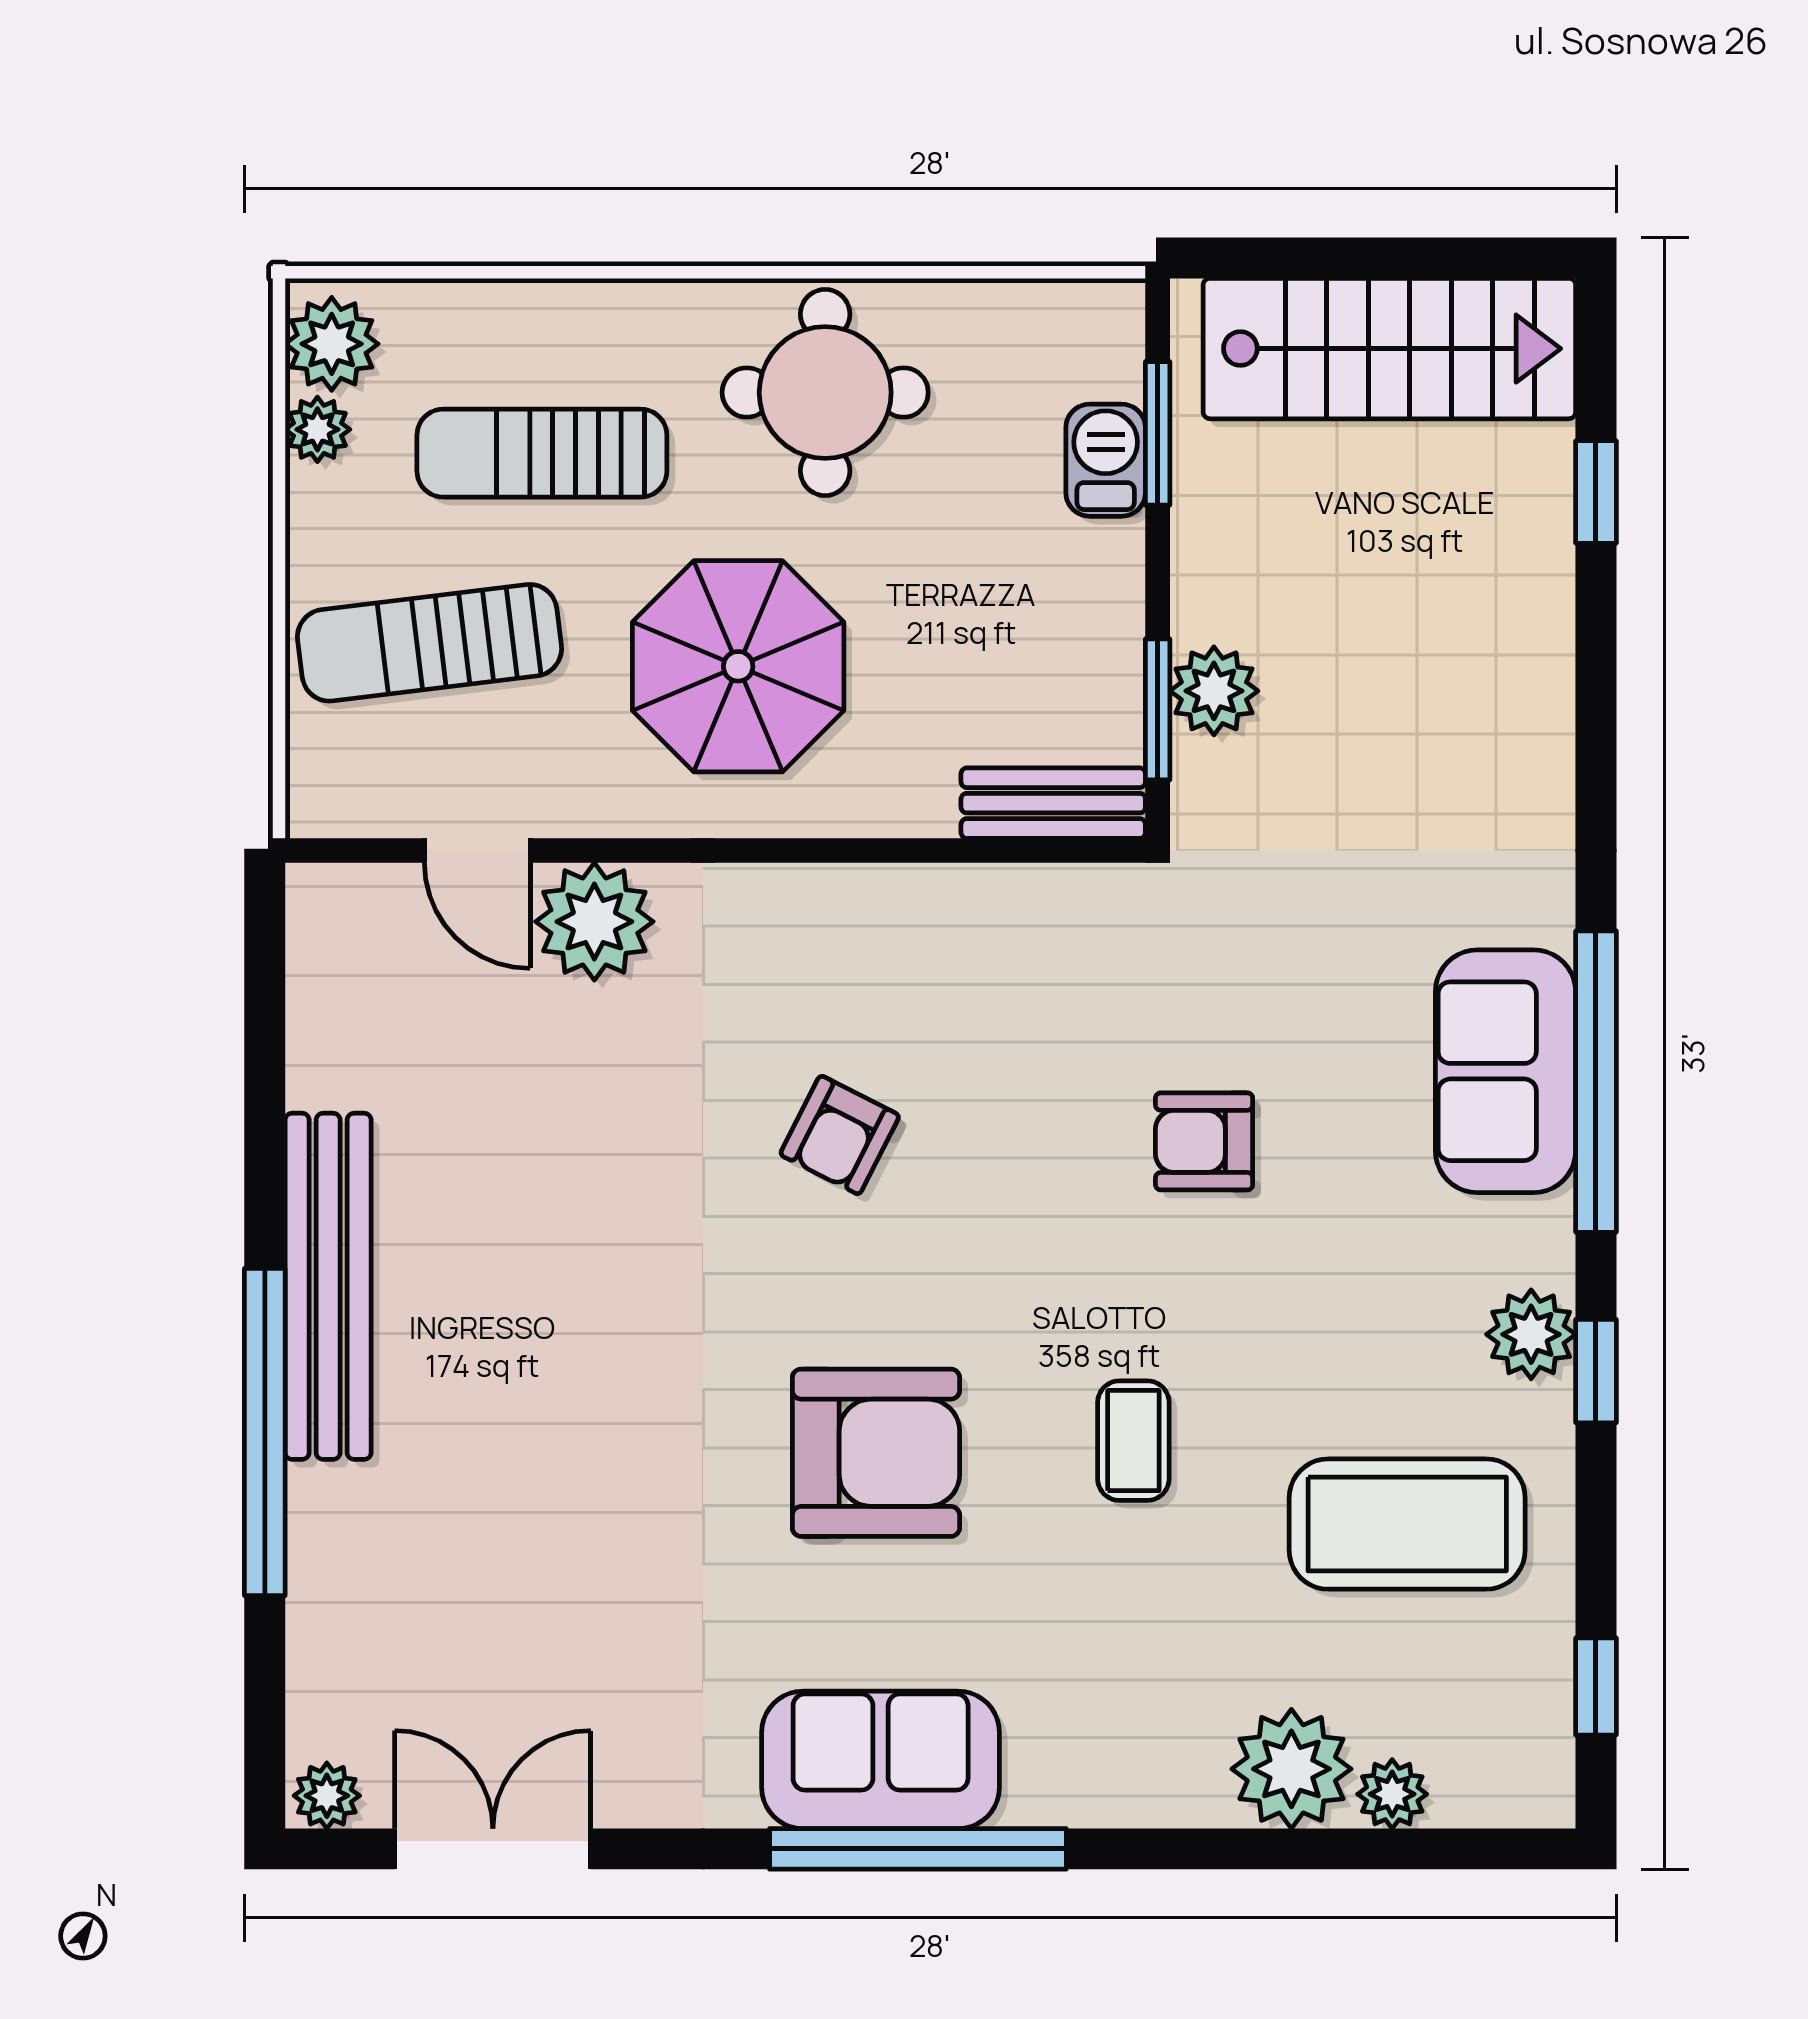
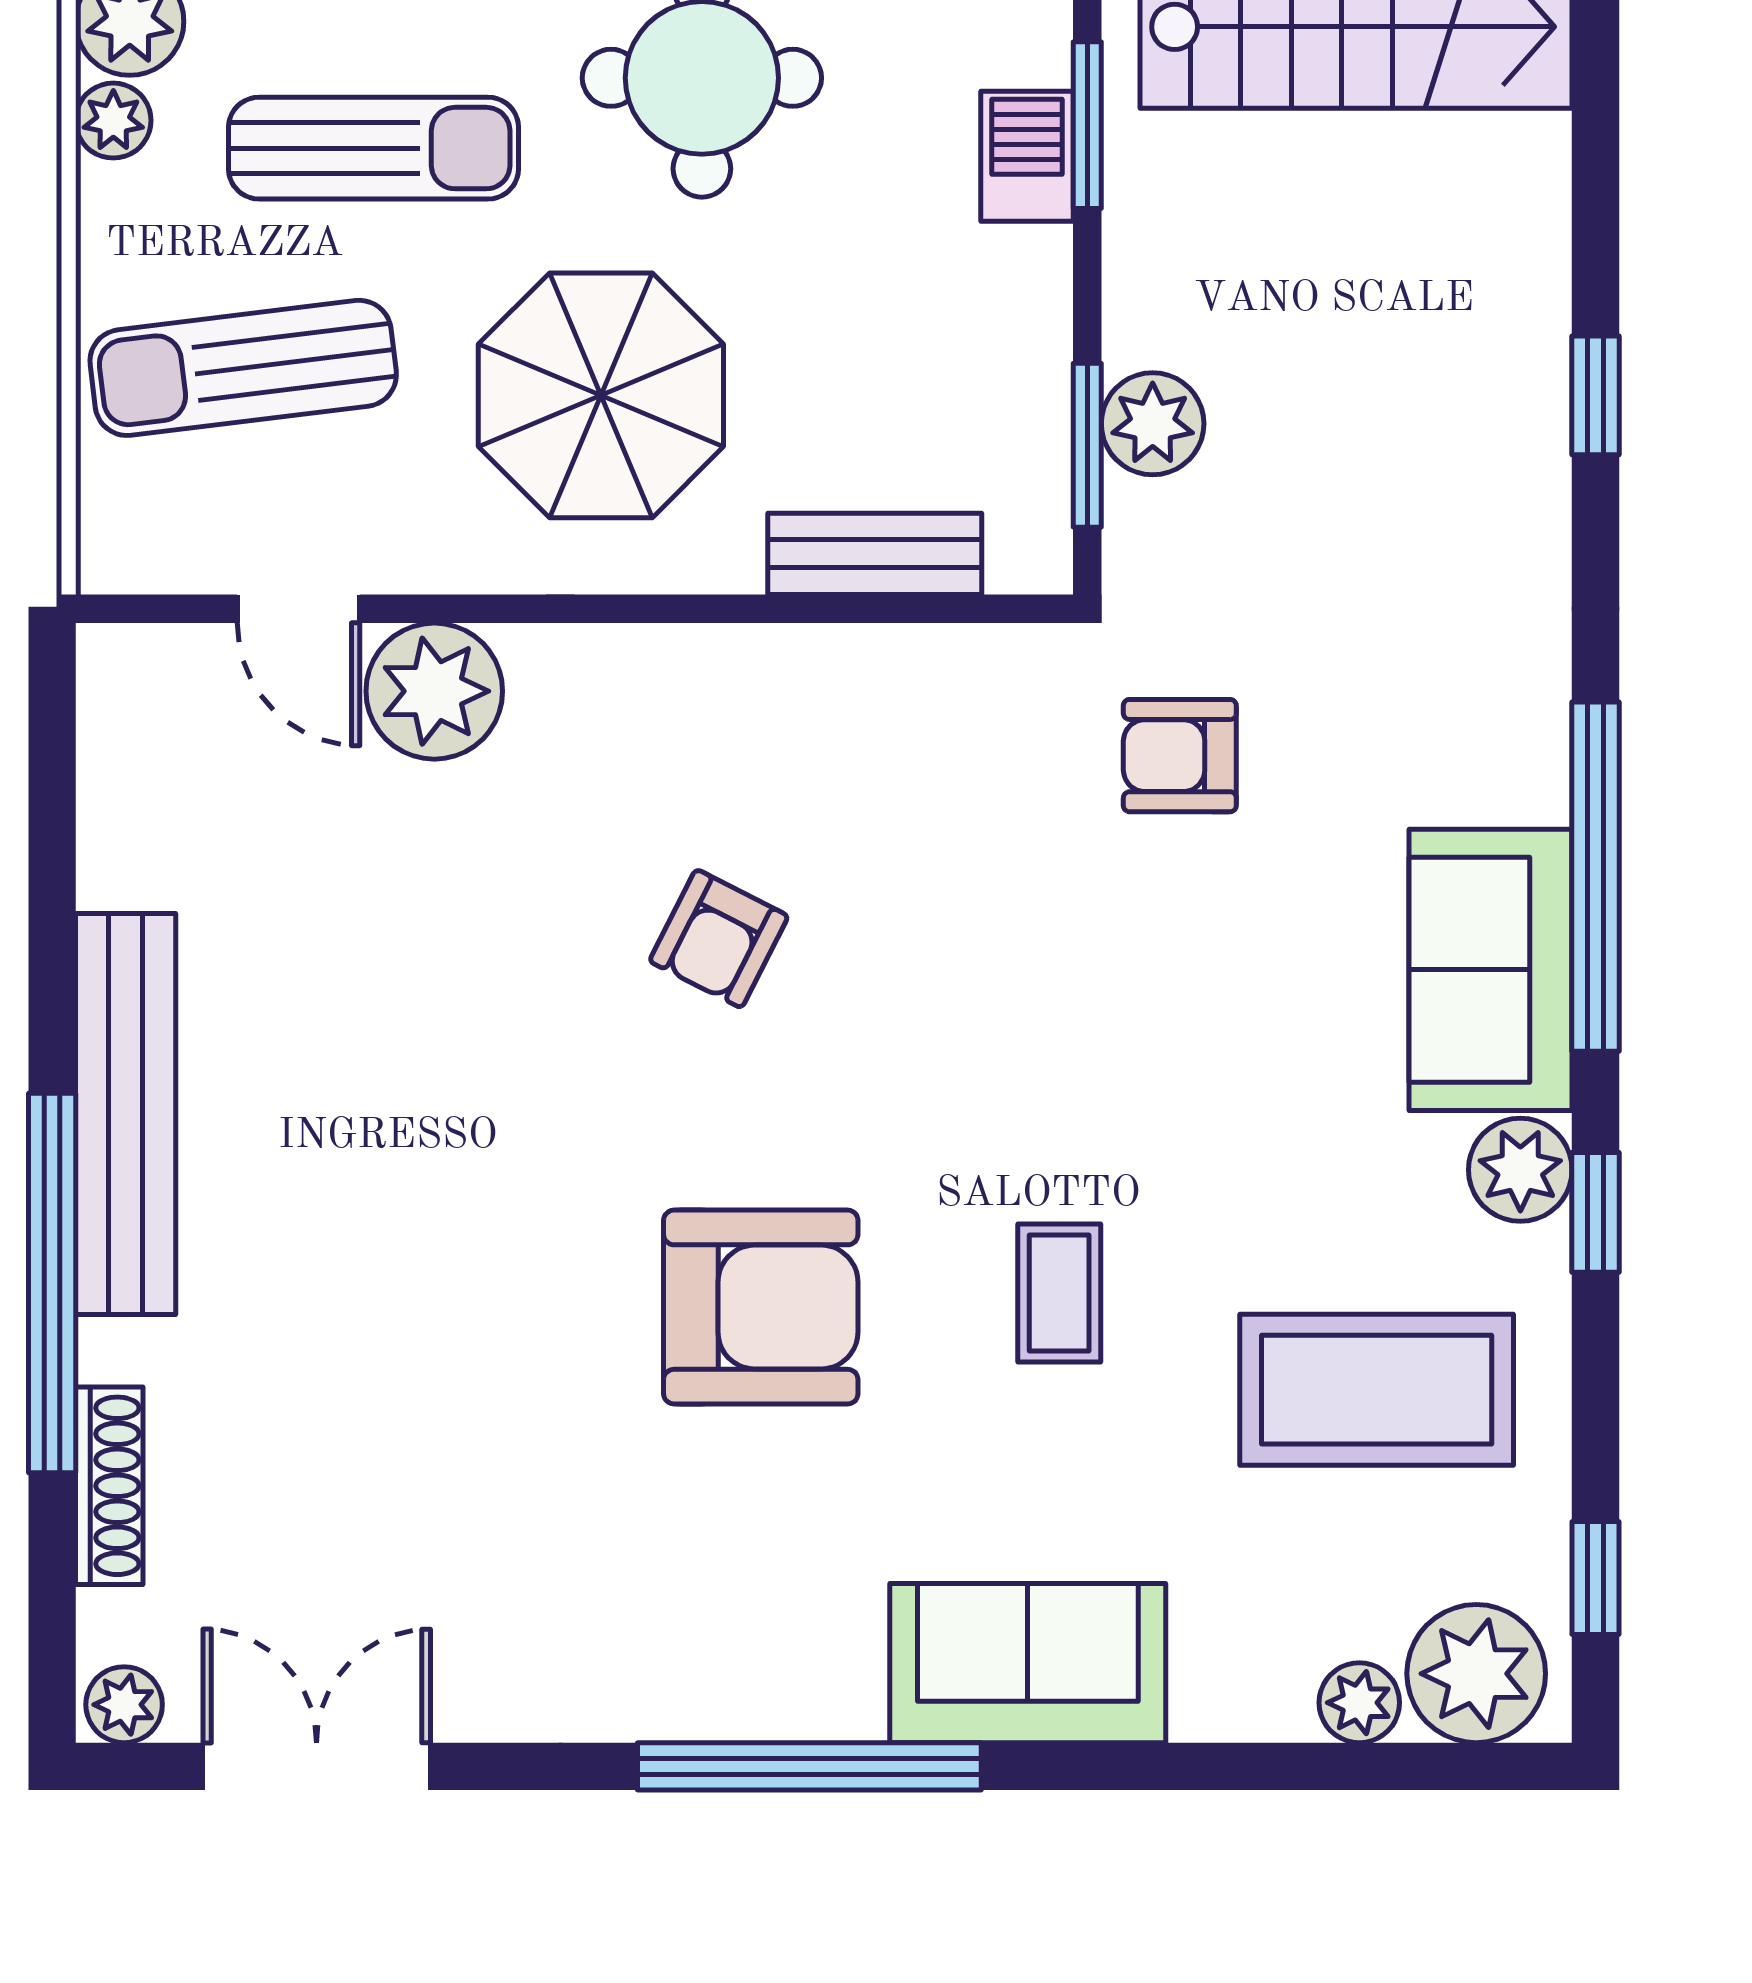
sun lounger: (542, 453) -> (374, 148), turned 180
window: (1596, 492) -> (1596, 395), moved
bench: (1053, 803) -> (875, 554), moved
sofa: (1505, 1071) -> (1491, 970), moved
armchair: (1204, 1141) -> (1180, 756), moved
shoe rack: (314, 1607) -> (109, 1486), added
sofa: (881, 1760) -> (1028, 1663), moved
plant: (1291, 1769) -> (1476, 1674), moved

